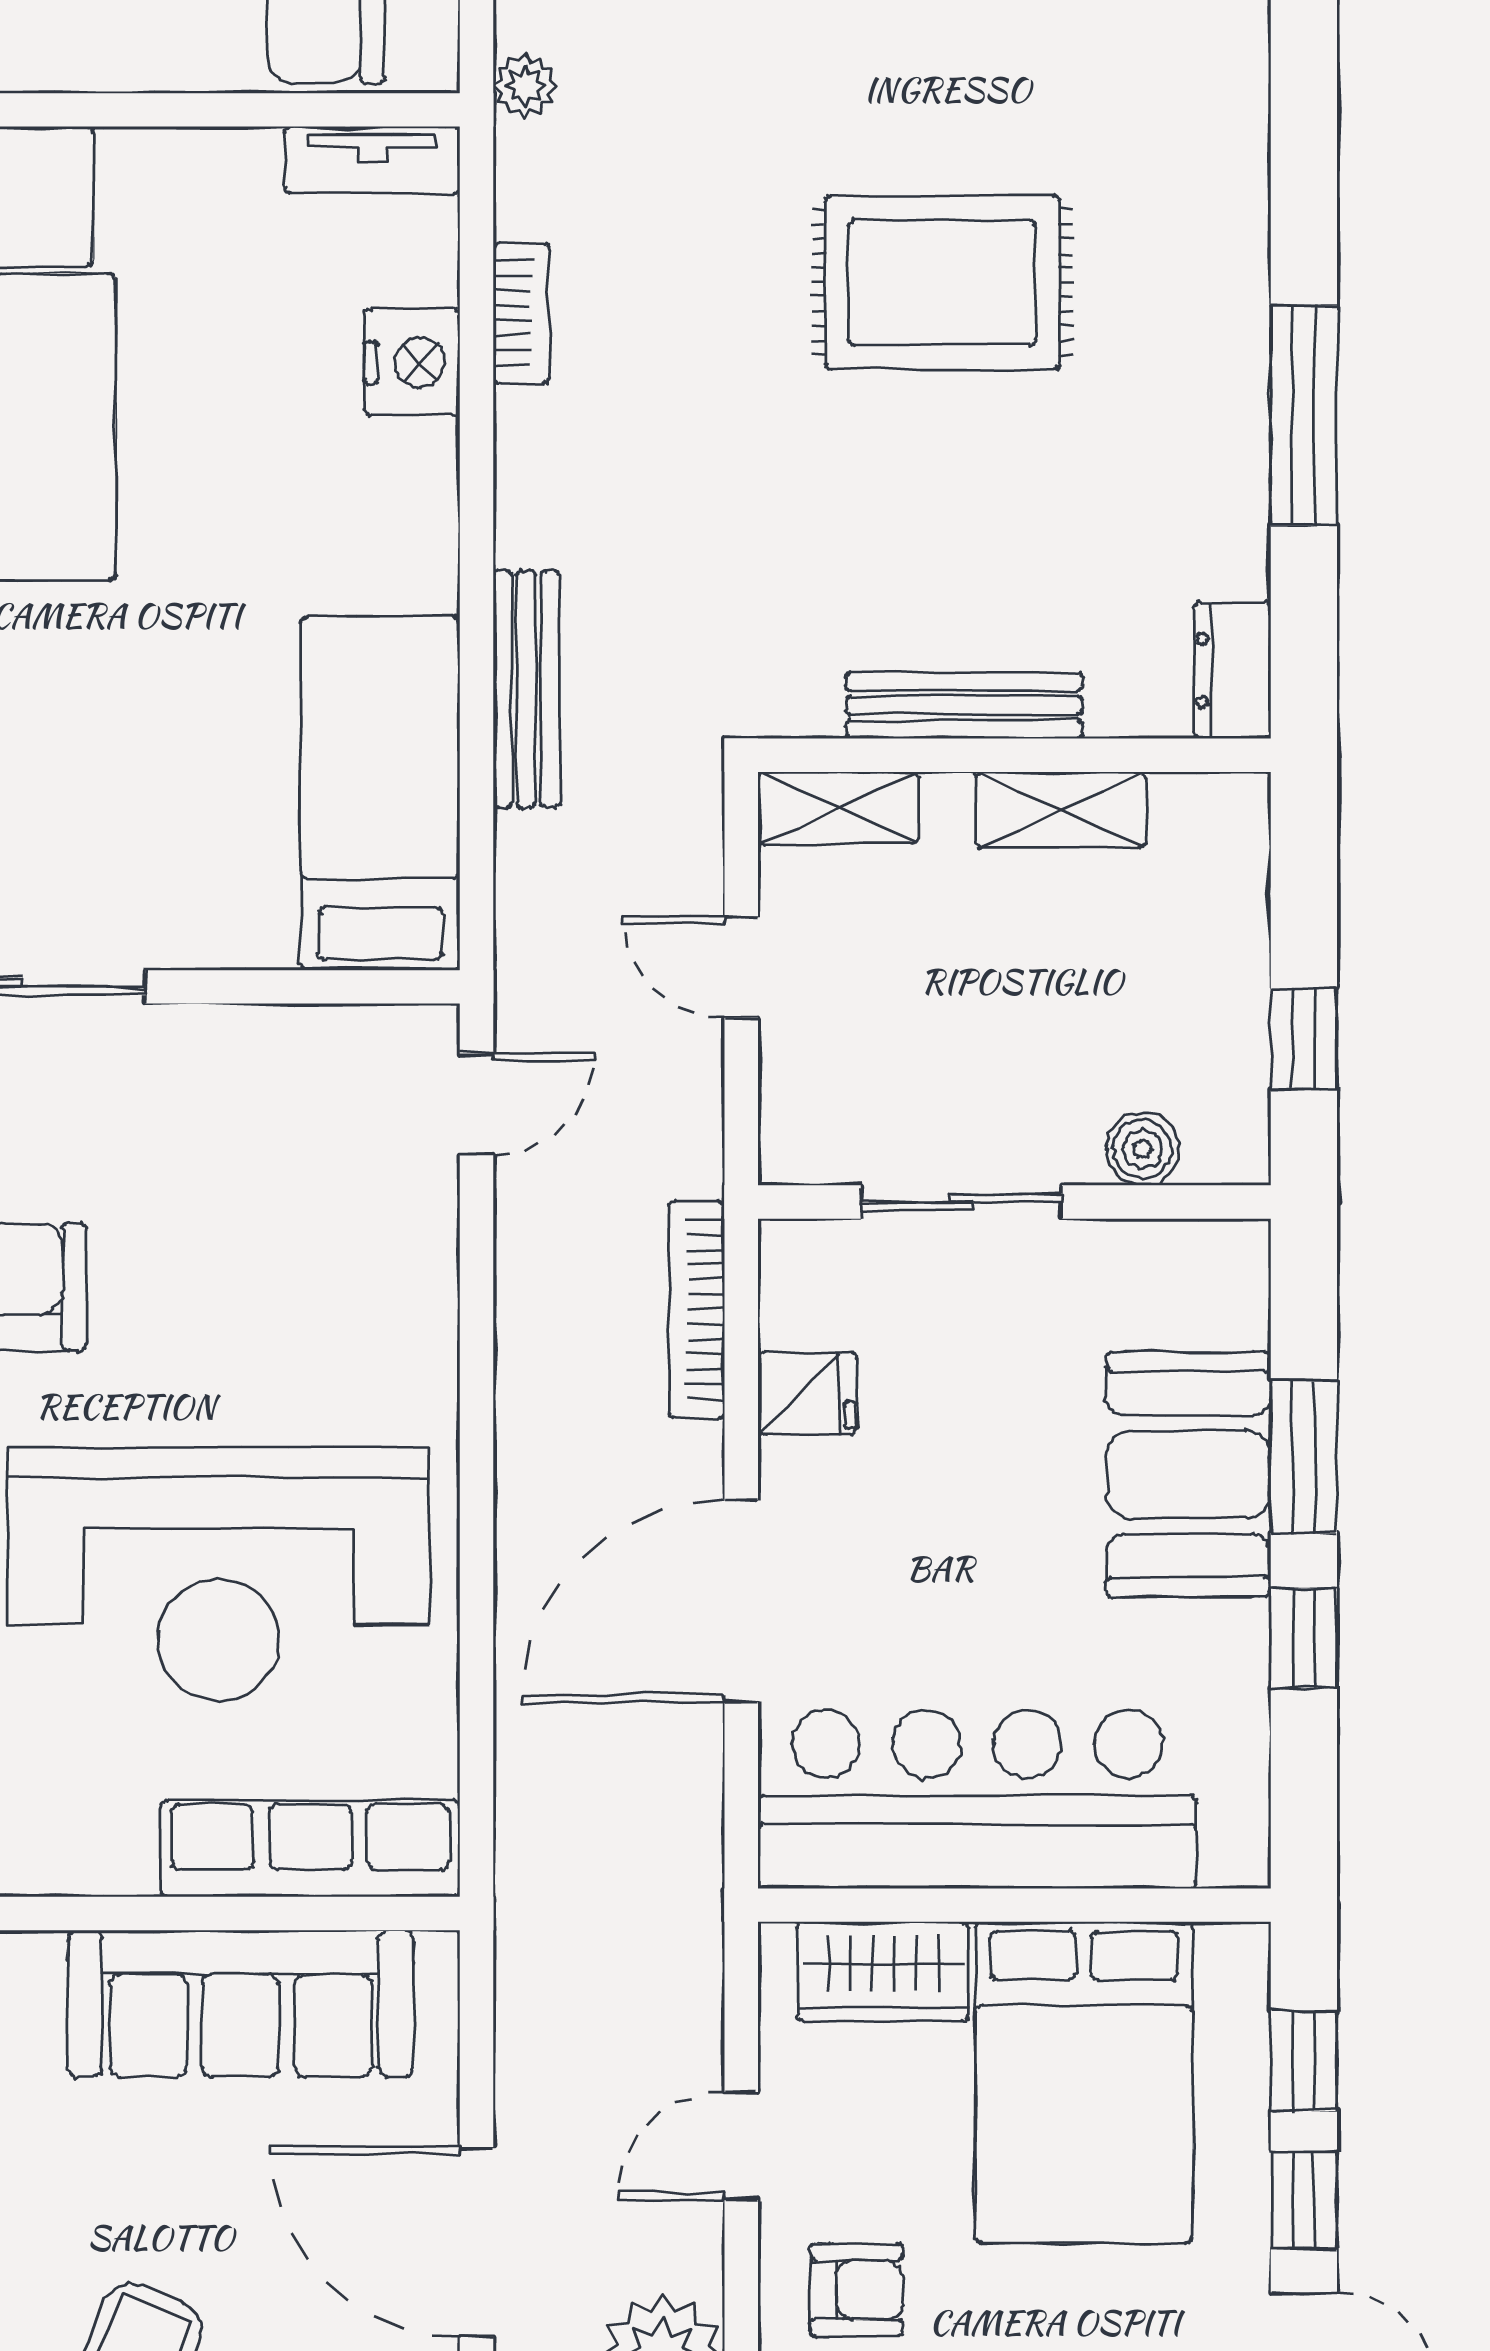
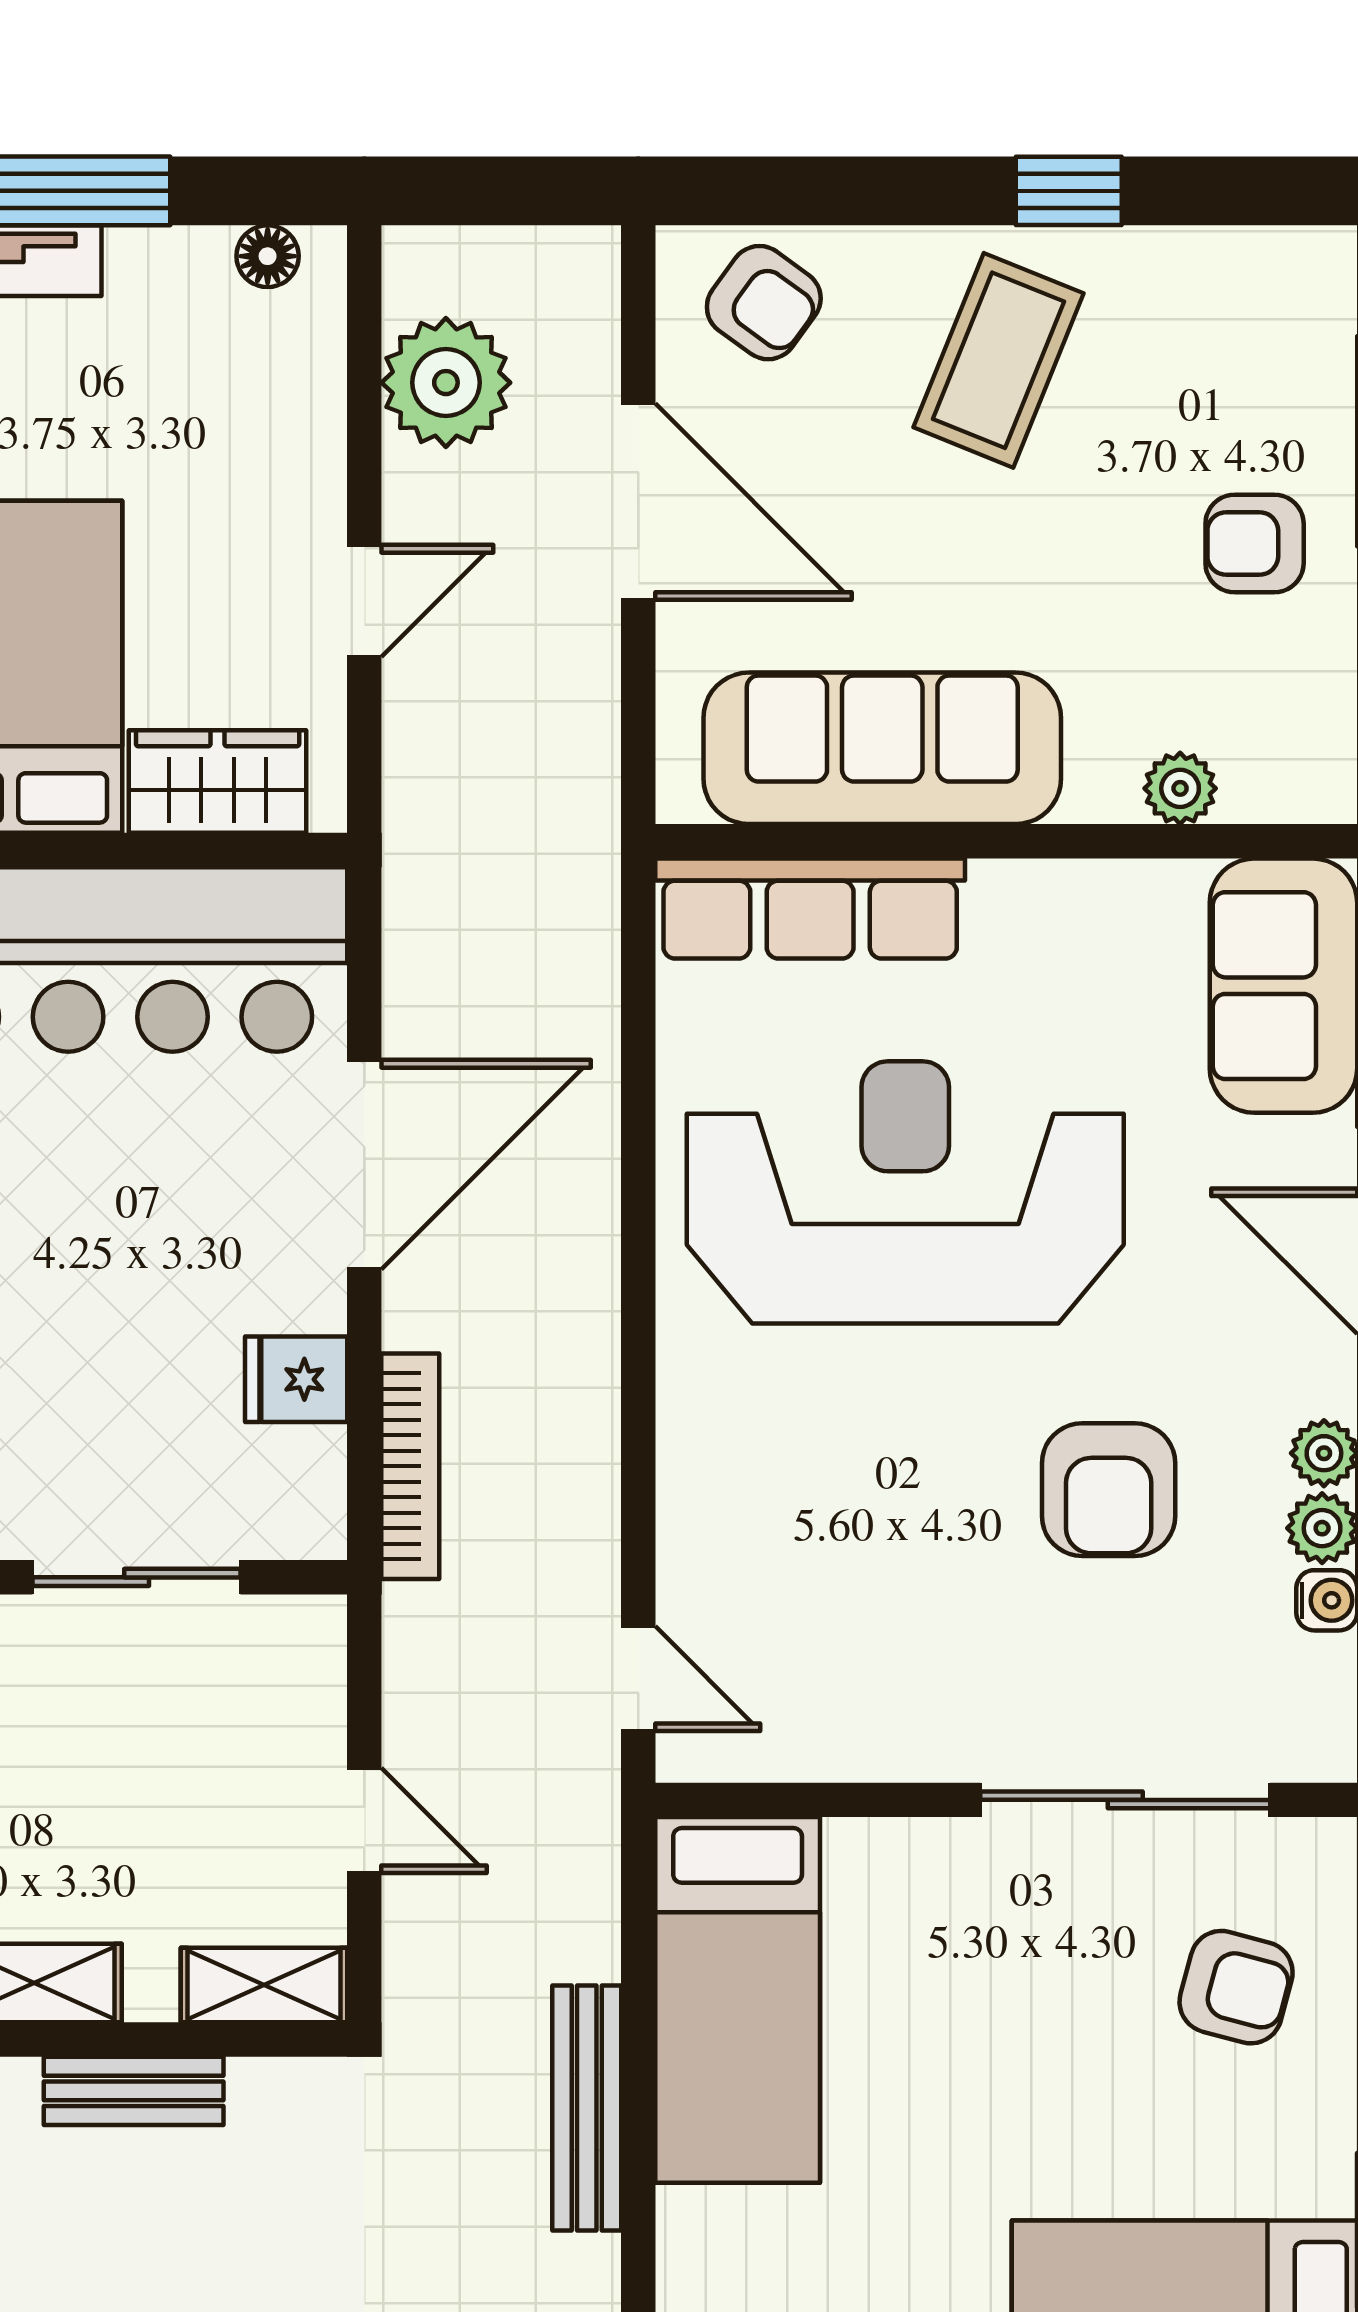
bench: (964, 706) -> (134, 2091), width x0.73
door: (477, 1104) -> (638, 1679), swing flipped
armchair: (856, 2290) -> (245, 452), removed

